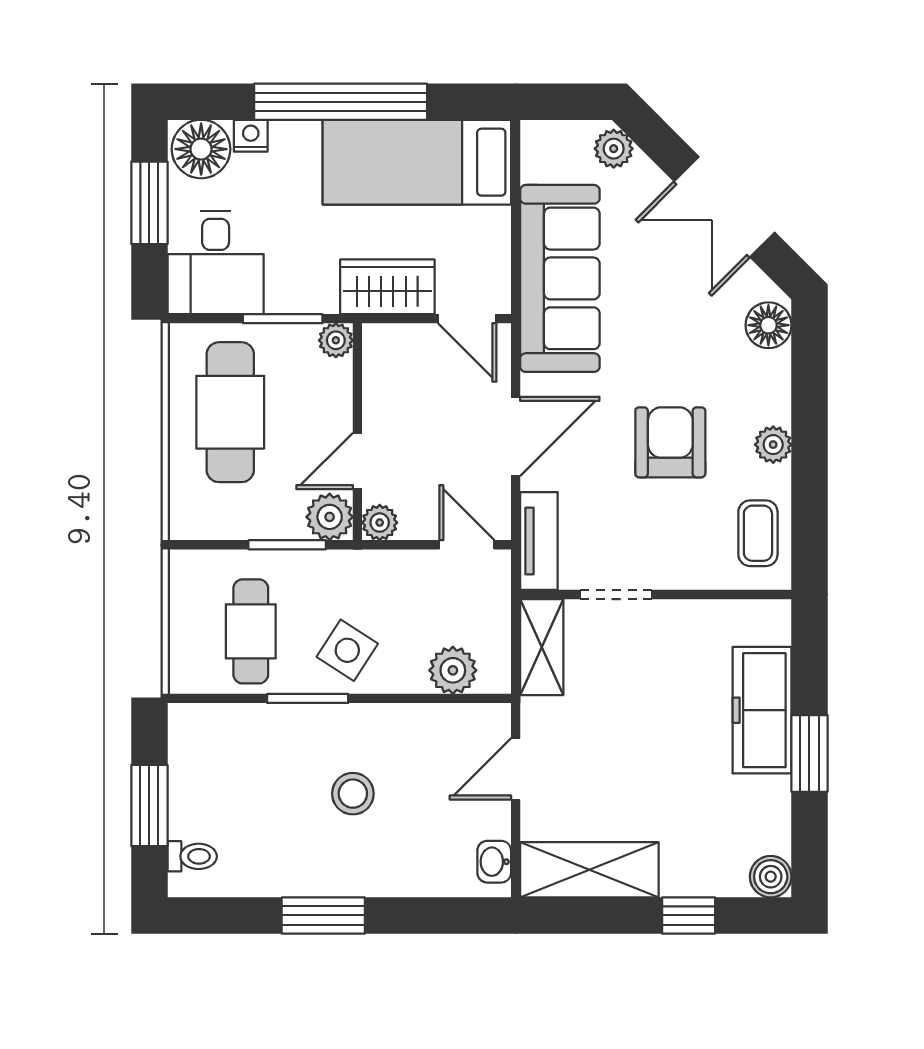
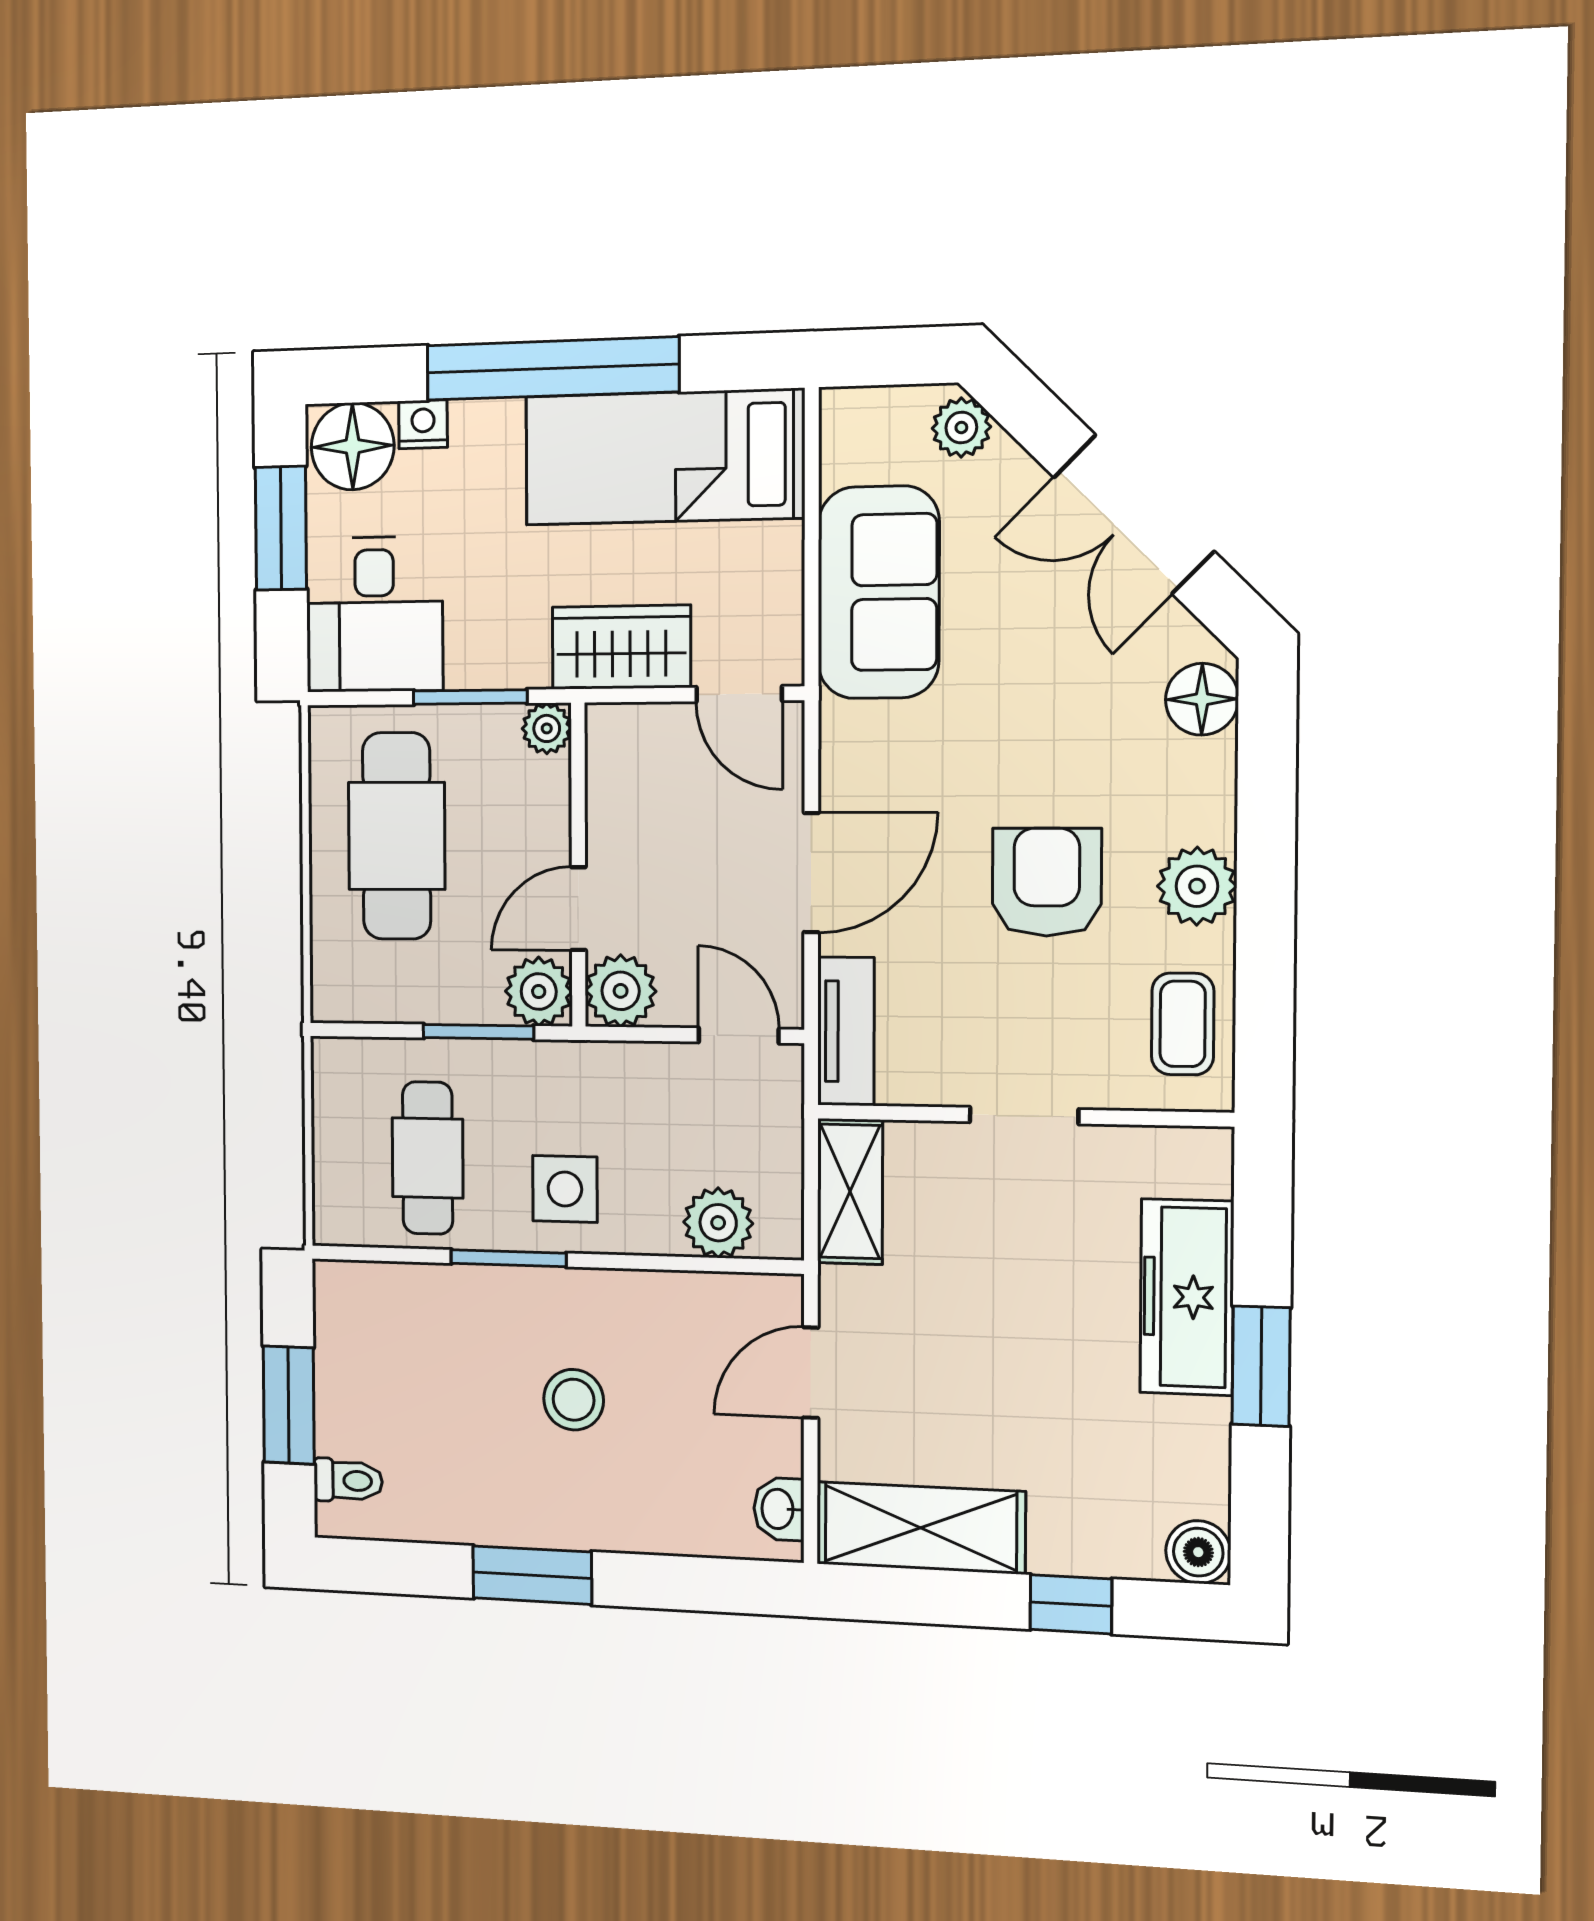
sofa: (560, 278) -> (879, 592), width x0.73
plant: (773, 445) -> (1197, 886), width x1.38, depth x1.38
plant: (380, 523) -> (621, 991), width x1.38, depth x1.38
doorway: (616, 594) -> (1024, 1116), moved
side table: (347, 650) -> (565, 1189), turned -33

